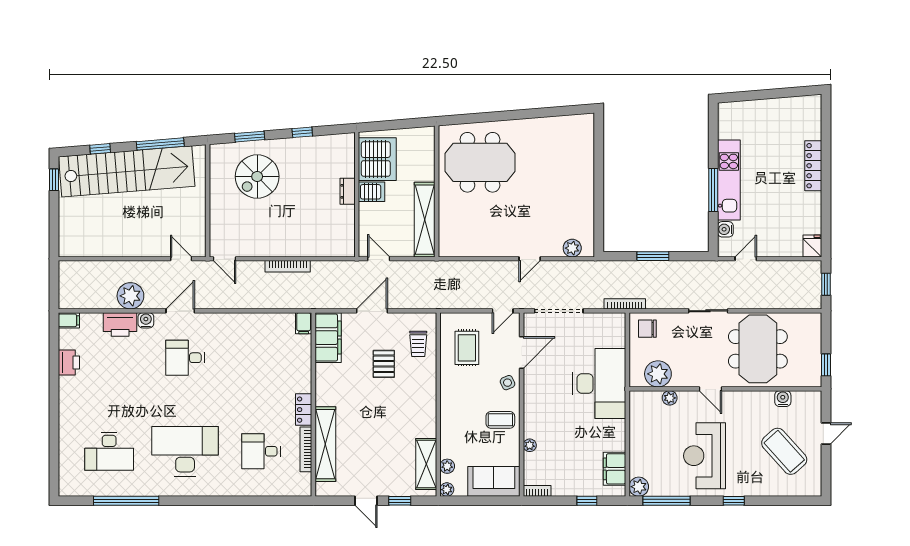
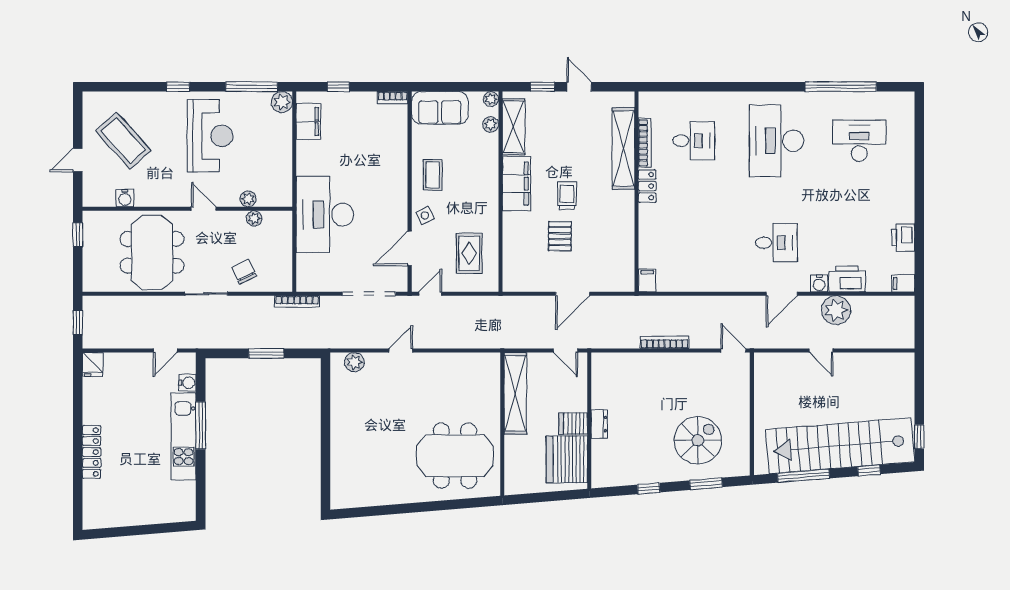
door: (181, 259) -> (821, 351), moved
chair: (647, 329) -> (244, 271), moved, turned -116
filing cabinet: (328, 338) -> (516, 184), moved, turned 180
trolley: (418, 344) -> (567, 196), moved
plant: (658, 374) -> (254, 218), width x0.53, depth x0.53
coffee table: (500, 420) -> (433, 175), turned 90
plant: (530, 445) -> (401, 147), removed
desk: (185, 451) -> (776, 141), turned 90

